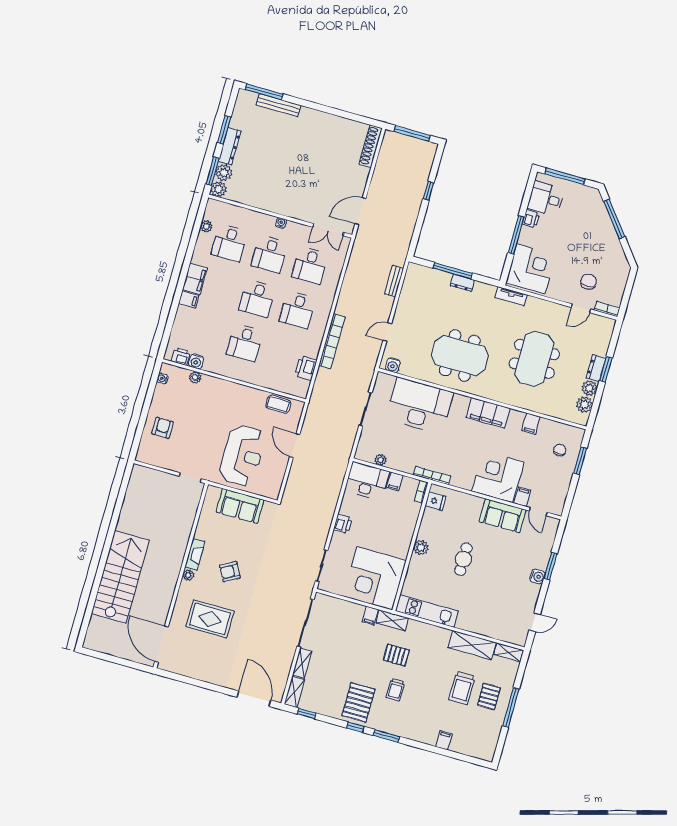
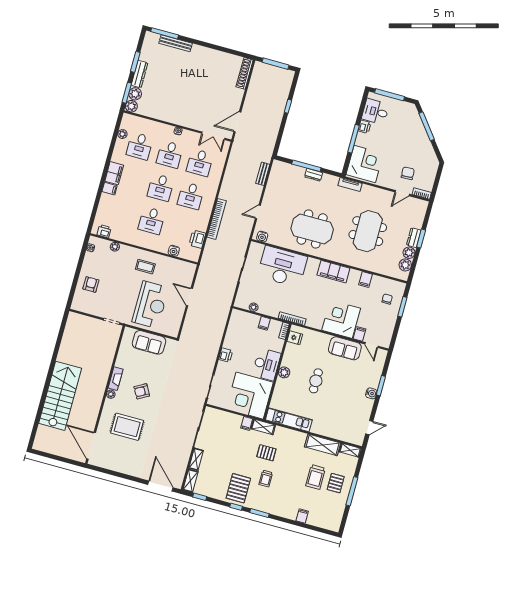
water cooler: (196, 361) -> (174, 251), moved
coffee table: (278, 404) -> (145, 267), moved
desk: (367, 481) -> (266, 364), moved, turned 90

